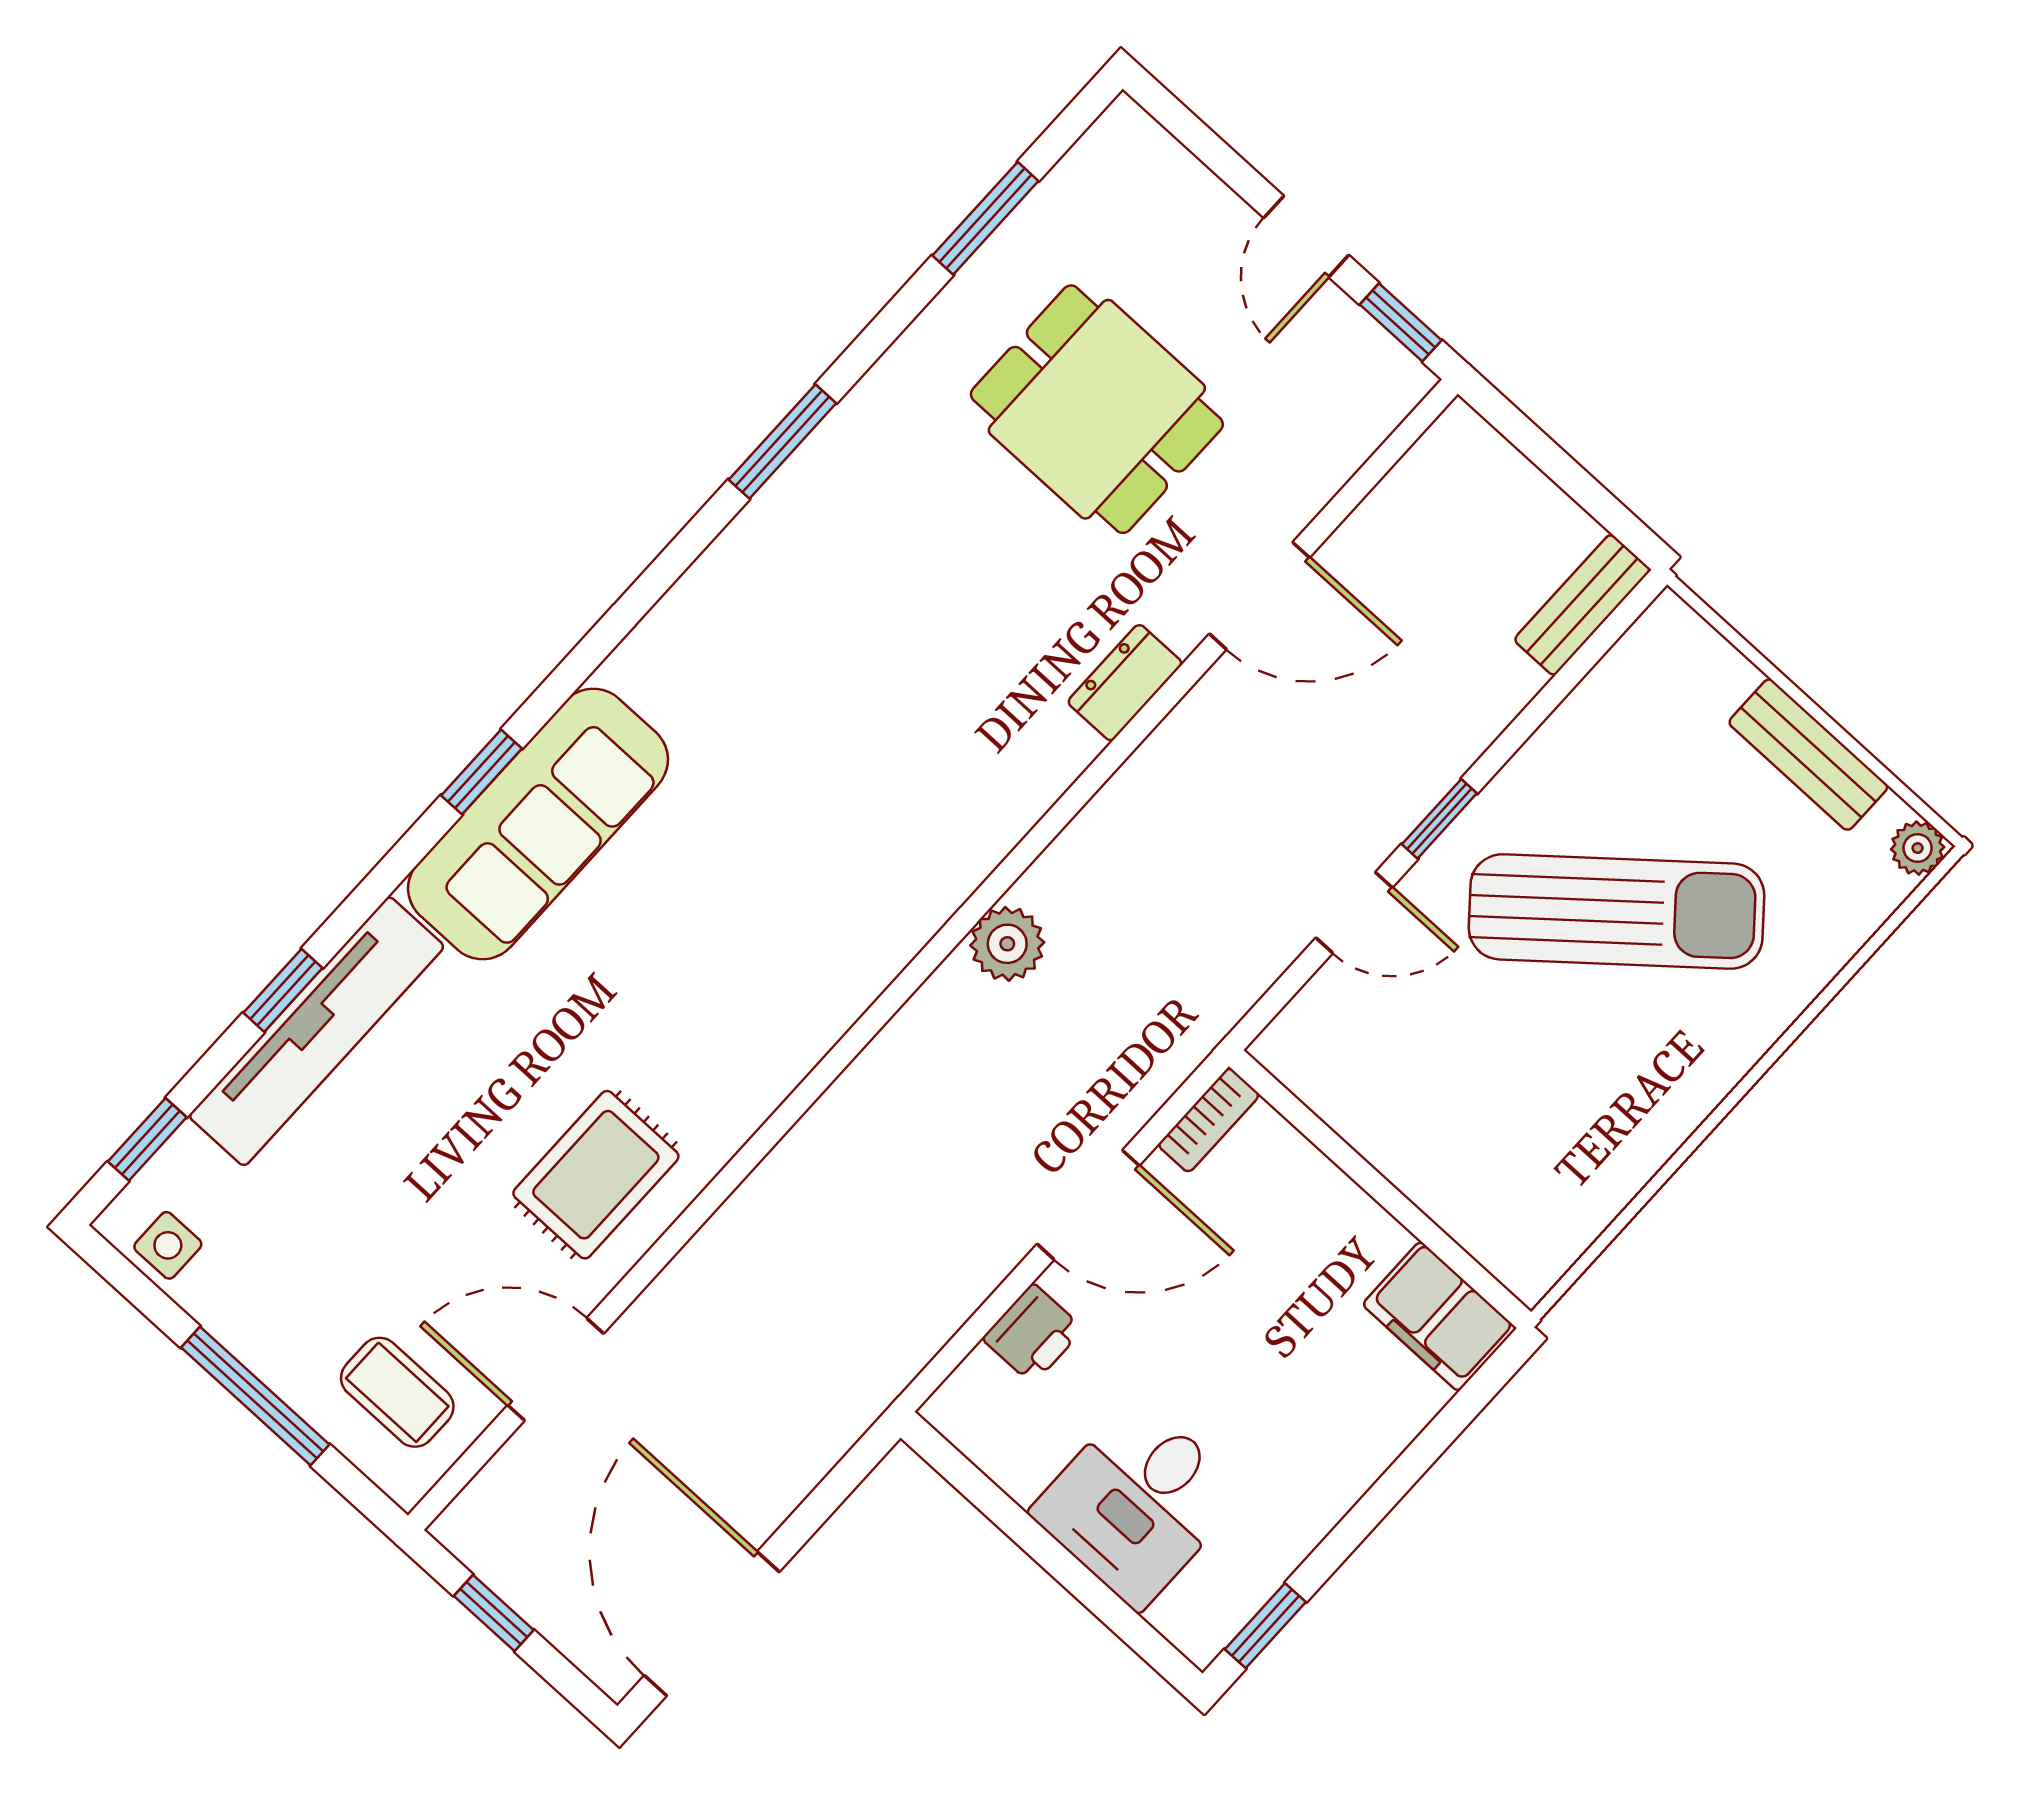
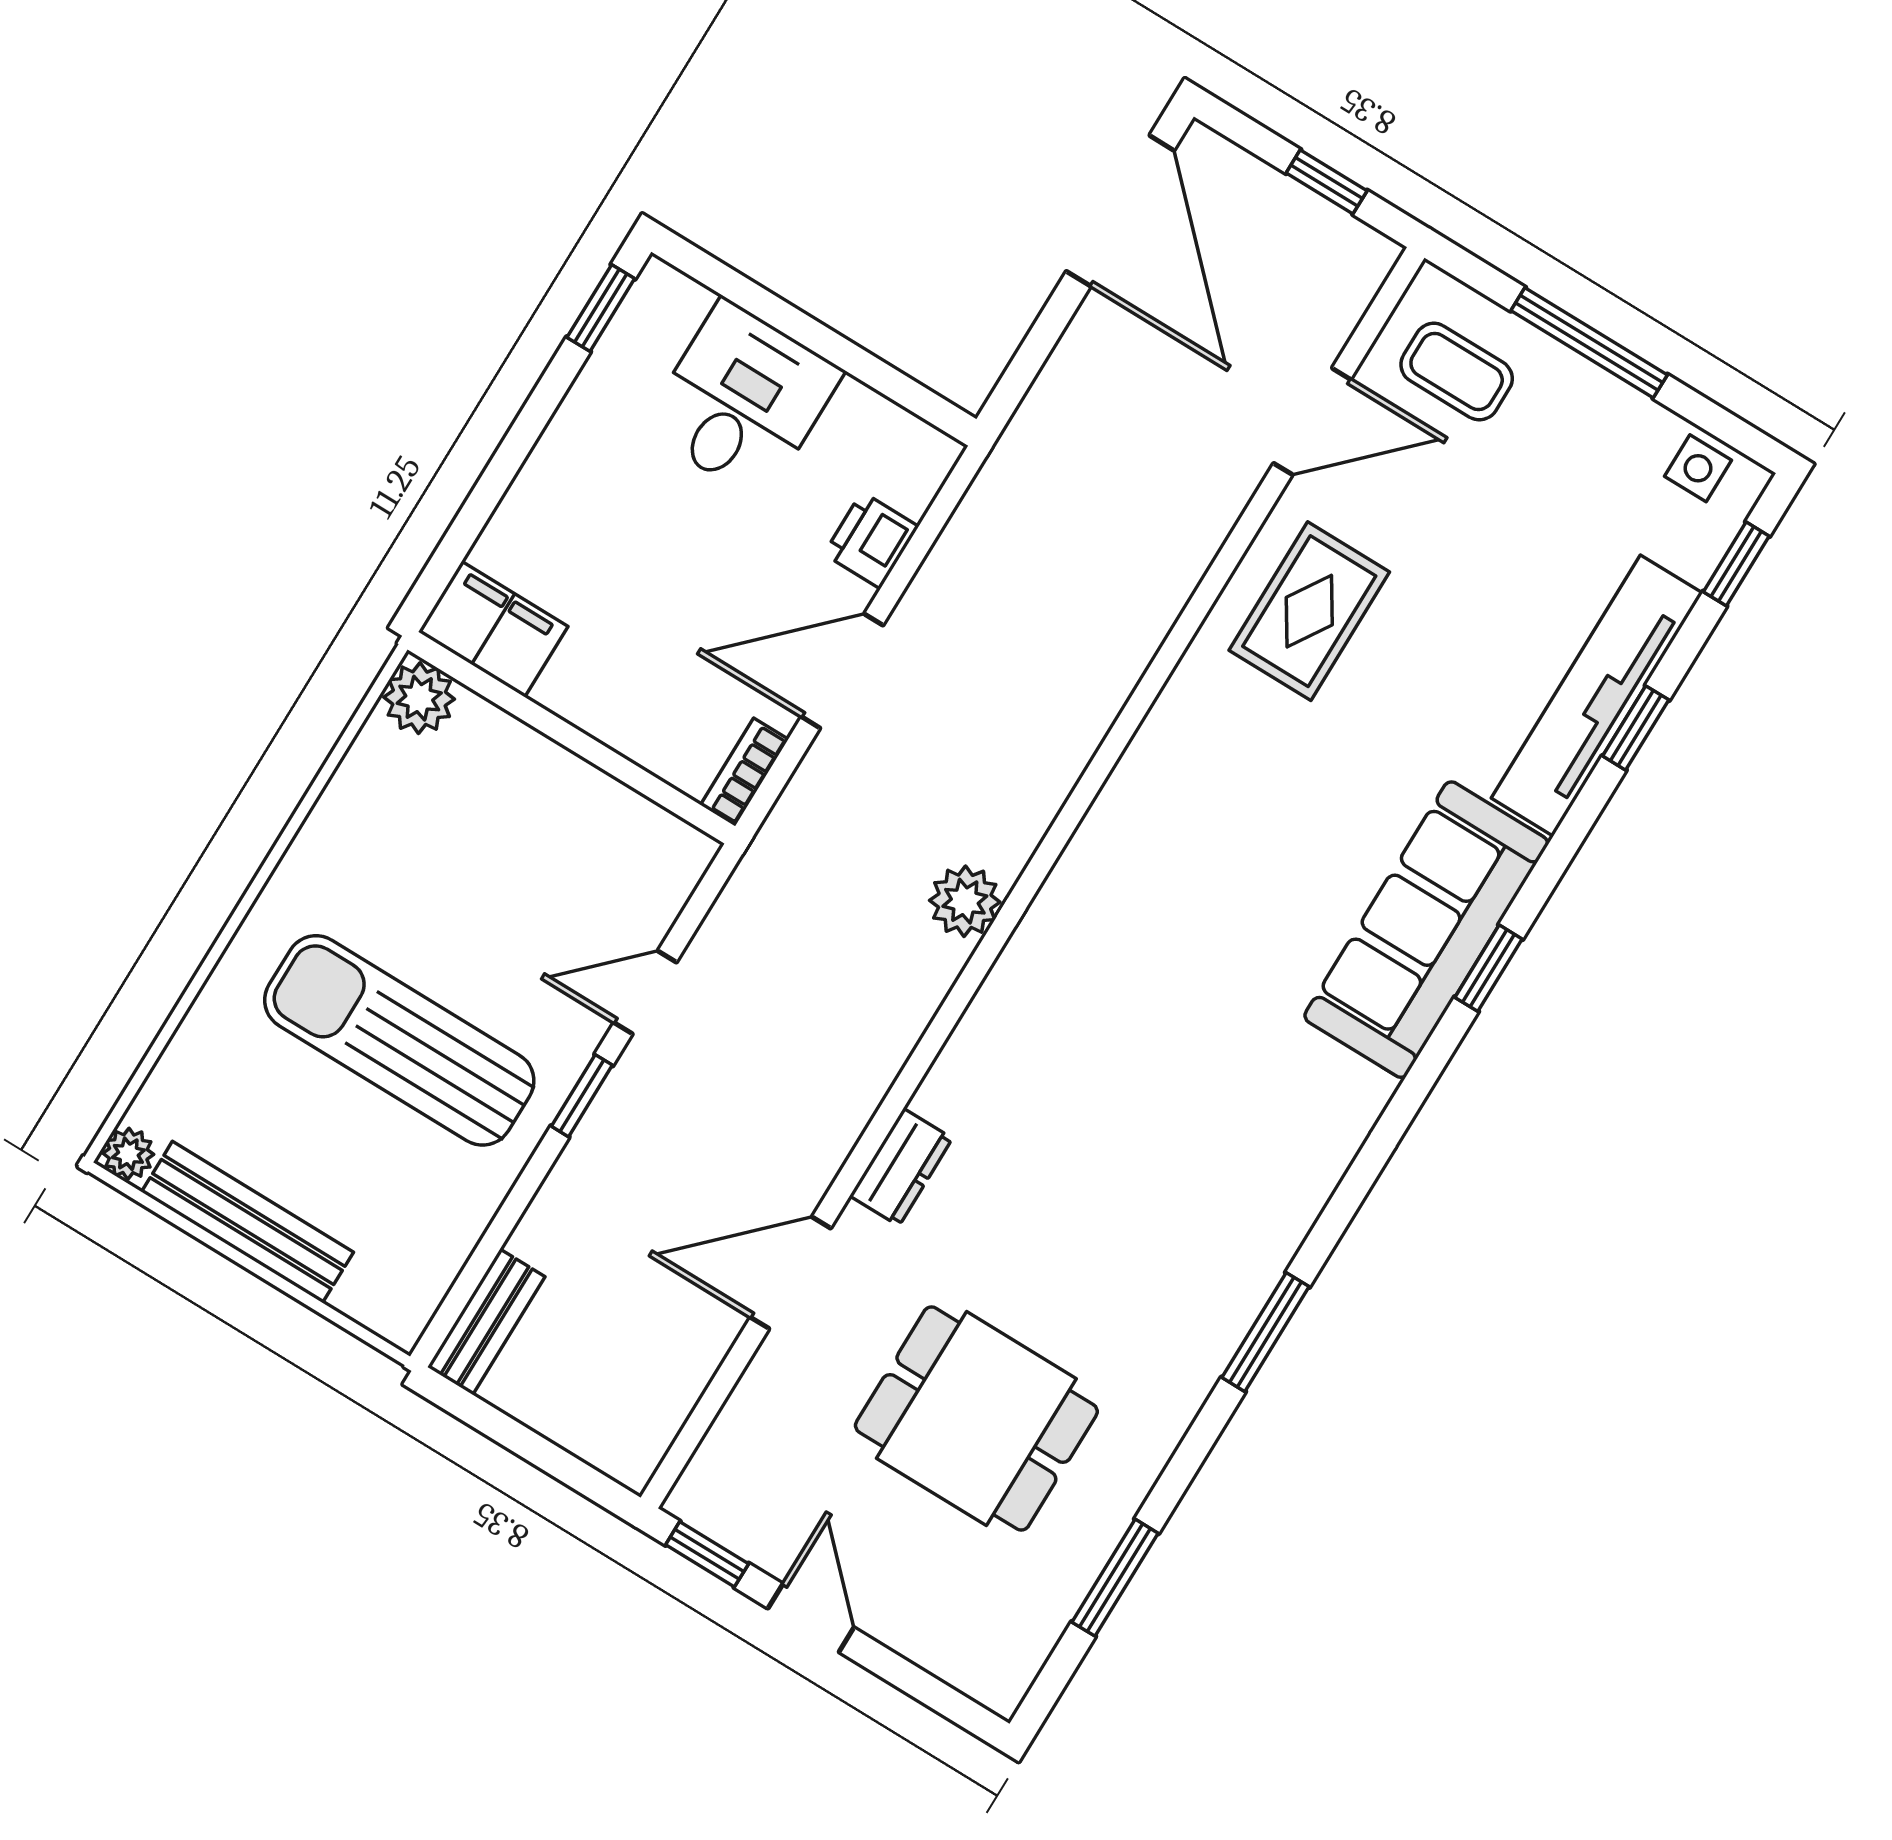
bench: (1808, 755) -> (247, 1222), width x1.36
sun lounger: (1617, 912) -> (399, 1040), turned 40
plant: (1529, 1260) -> (419, 698), added

